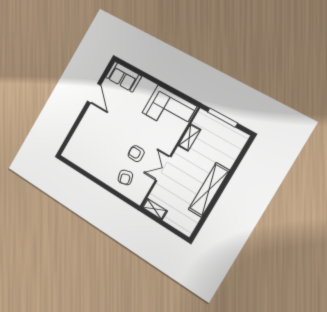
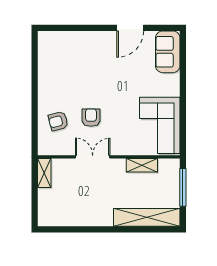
shelving: (209, 190) -> (147, 217), moved

